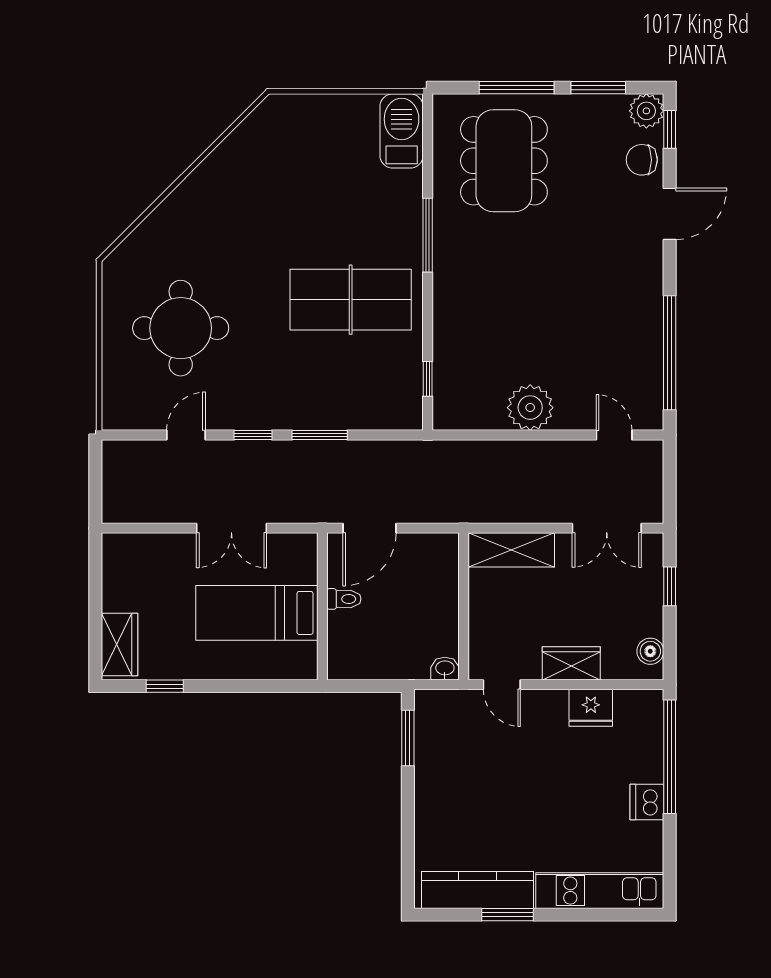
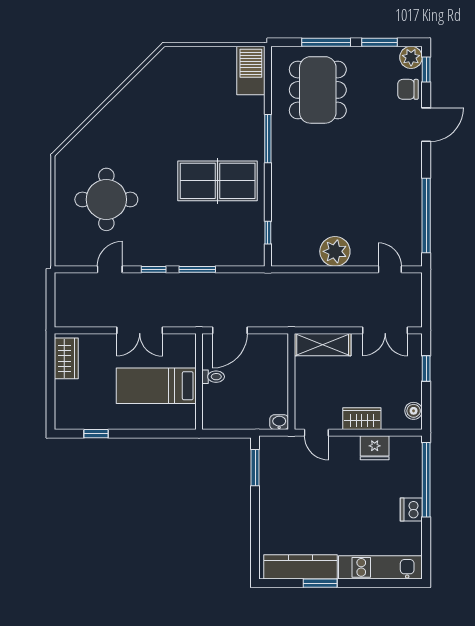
wardrobe: (119, 645) -> (66, 358), moved

